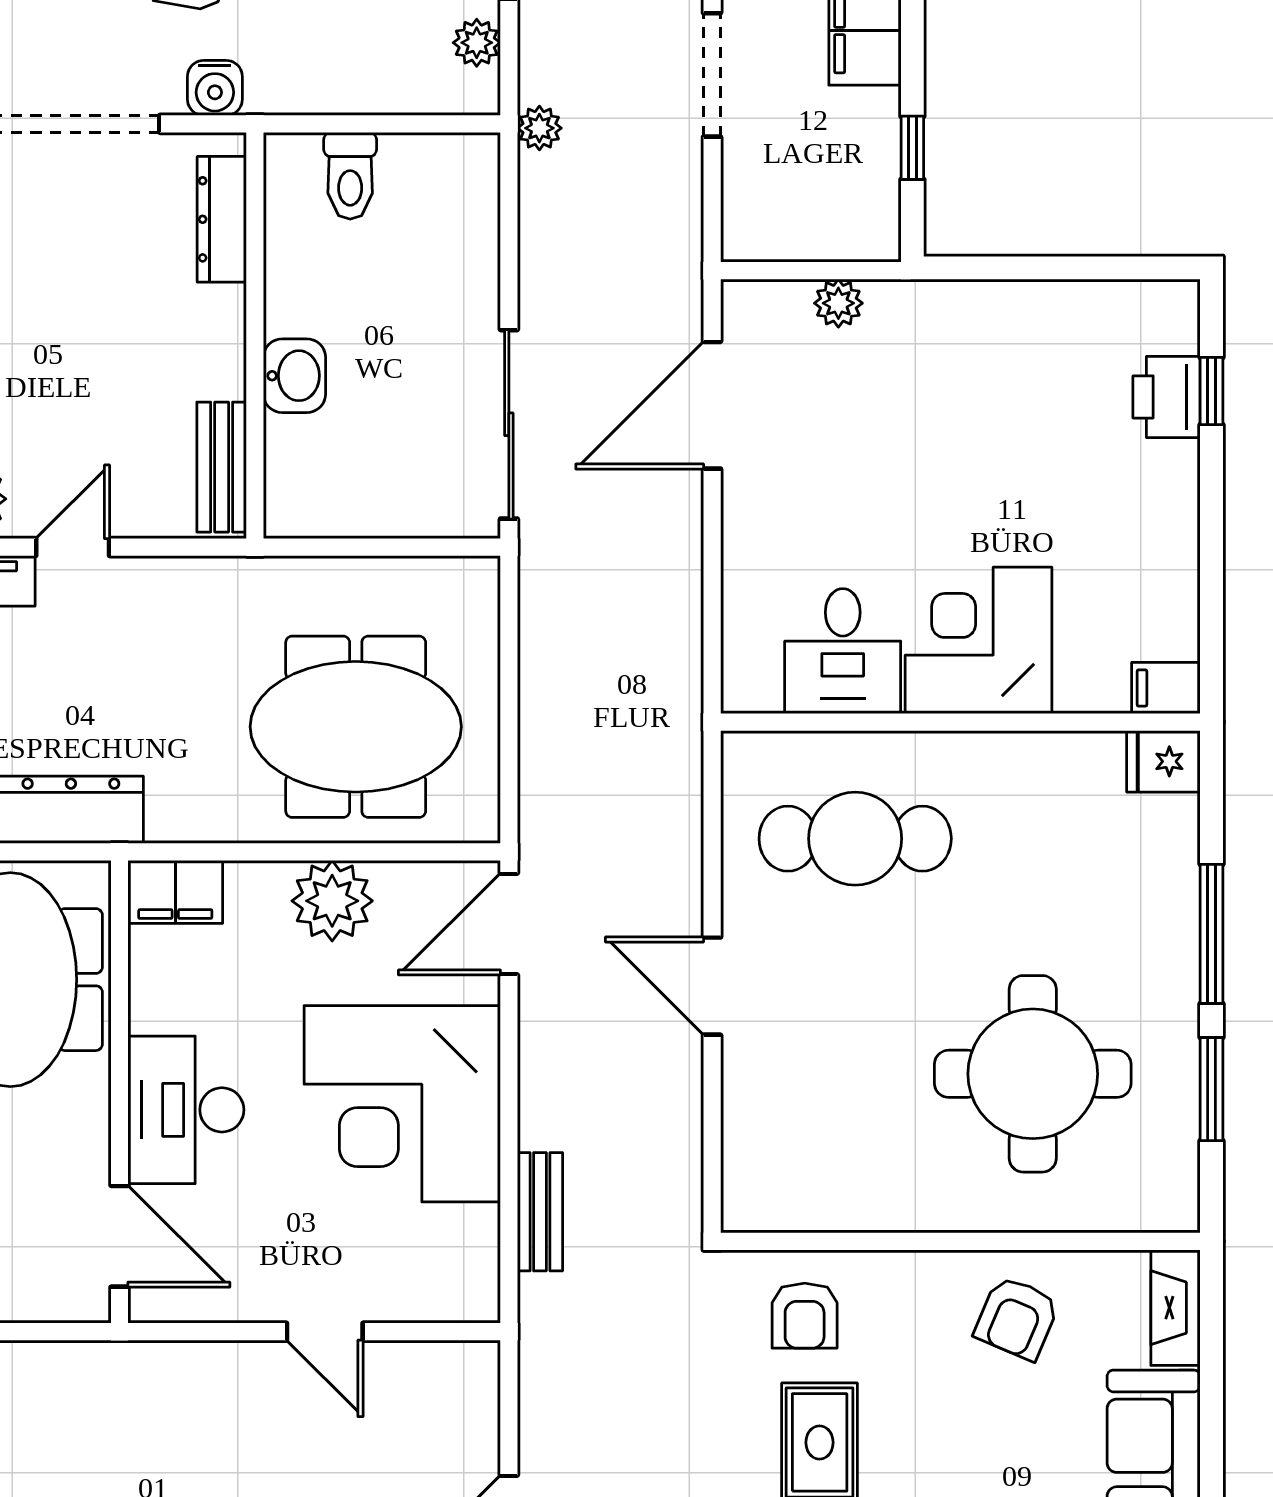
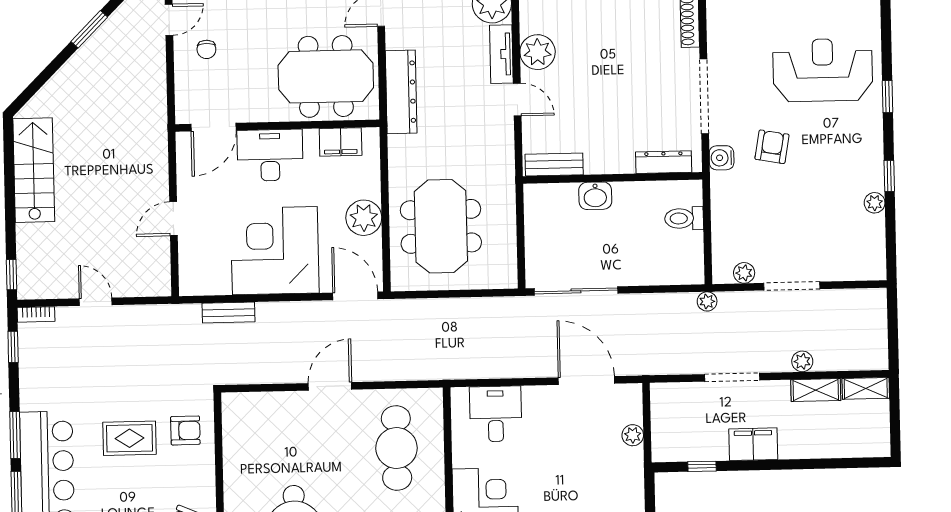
desk: (843, 651) -> (496, 414), moved, turned 90
filing cabinet: (175, 892) -> (341, 142), moved, turned -90
armchair: (805, 1316) -> (185, 430), turned 180

